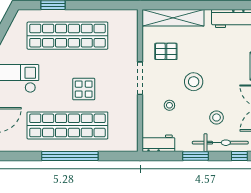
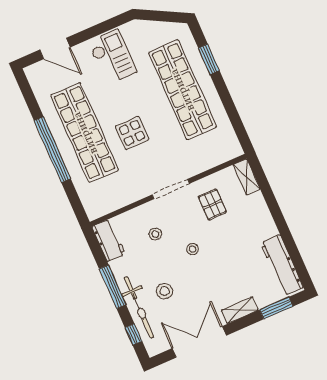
shelving: (173, 18) -> (247, 177), width x0.45, depth x0.75
stool: (194, 82) -> (193, 249), width x0.53, depth x0.53
window: (196, 156) -> (113, 287), width x1.44

